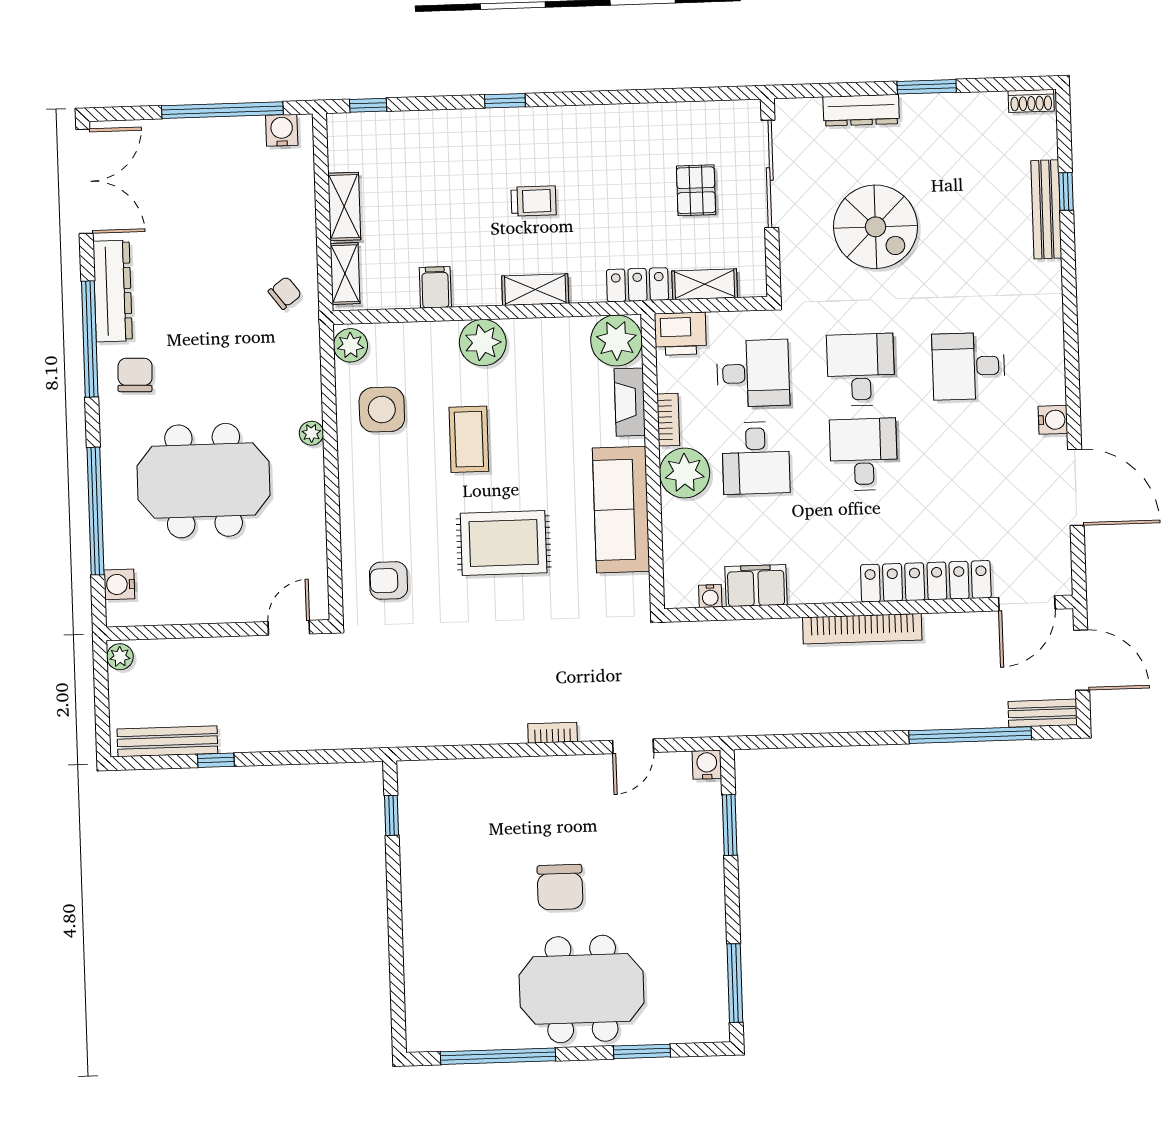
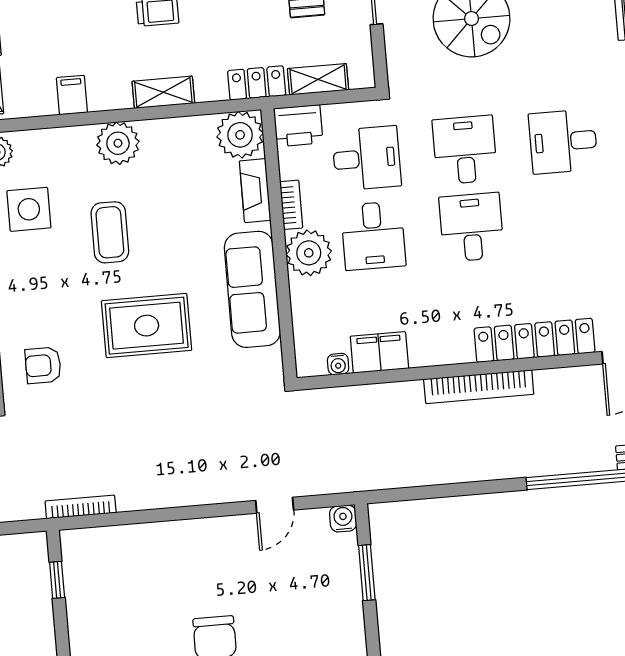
bookcase: (553, 733) -> (81, 507), moved, width x1.56

